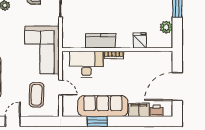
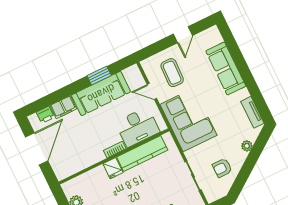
kitchen counter: (101, 41) -> (142, 154), width x1.50
fridge: (140, 41) -> (113, 168), moved

